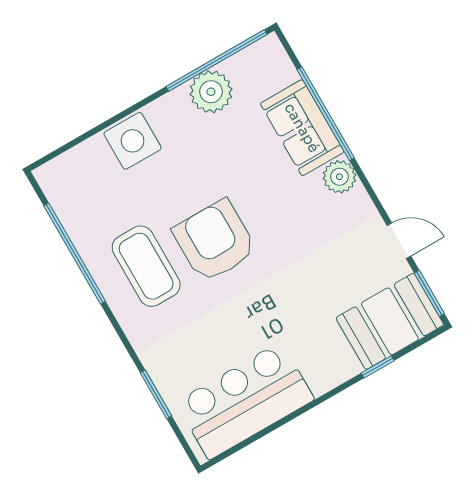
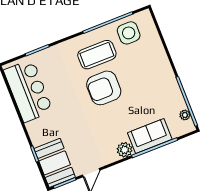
plant: (211, 92) -> (185, 115), moved, width x0.53, depth x0.53
side table: (133, 141) -> (129, 33), moved
armchair: (215, 241) -> (104, 88), turned 180

